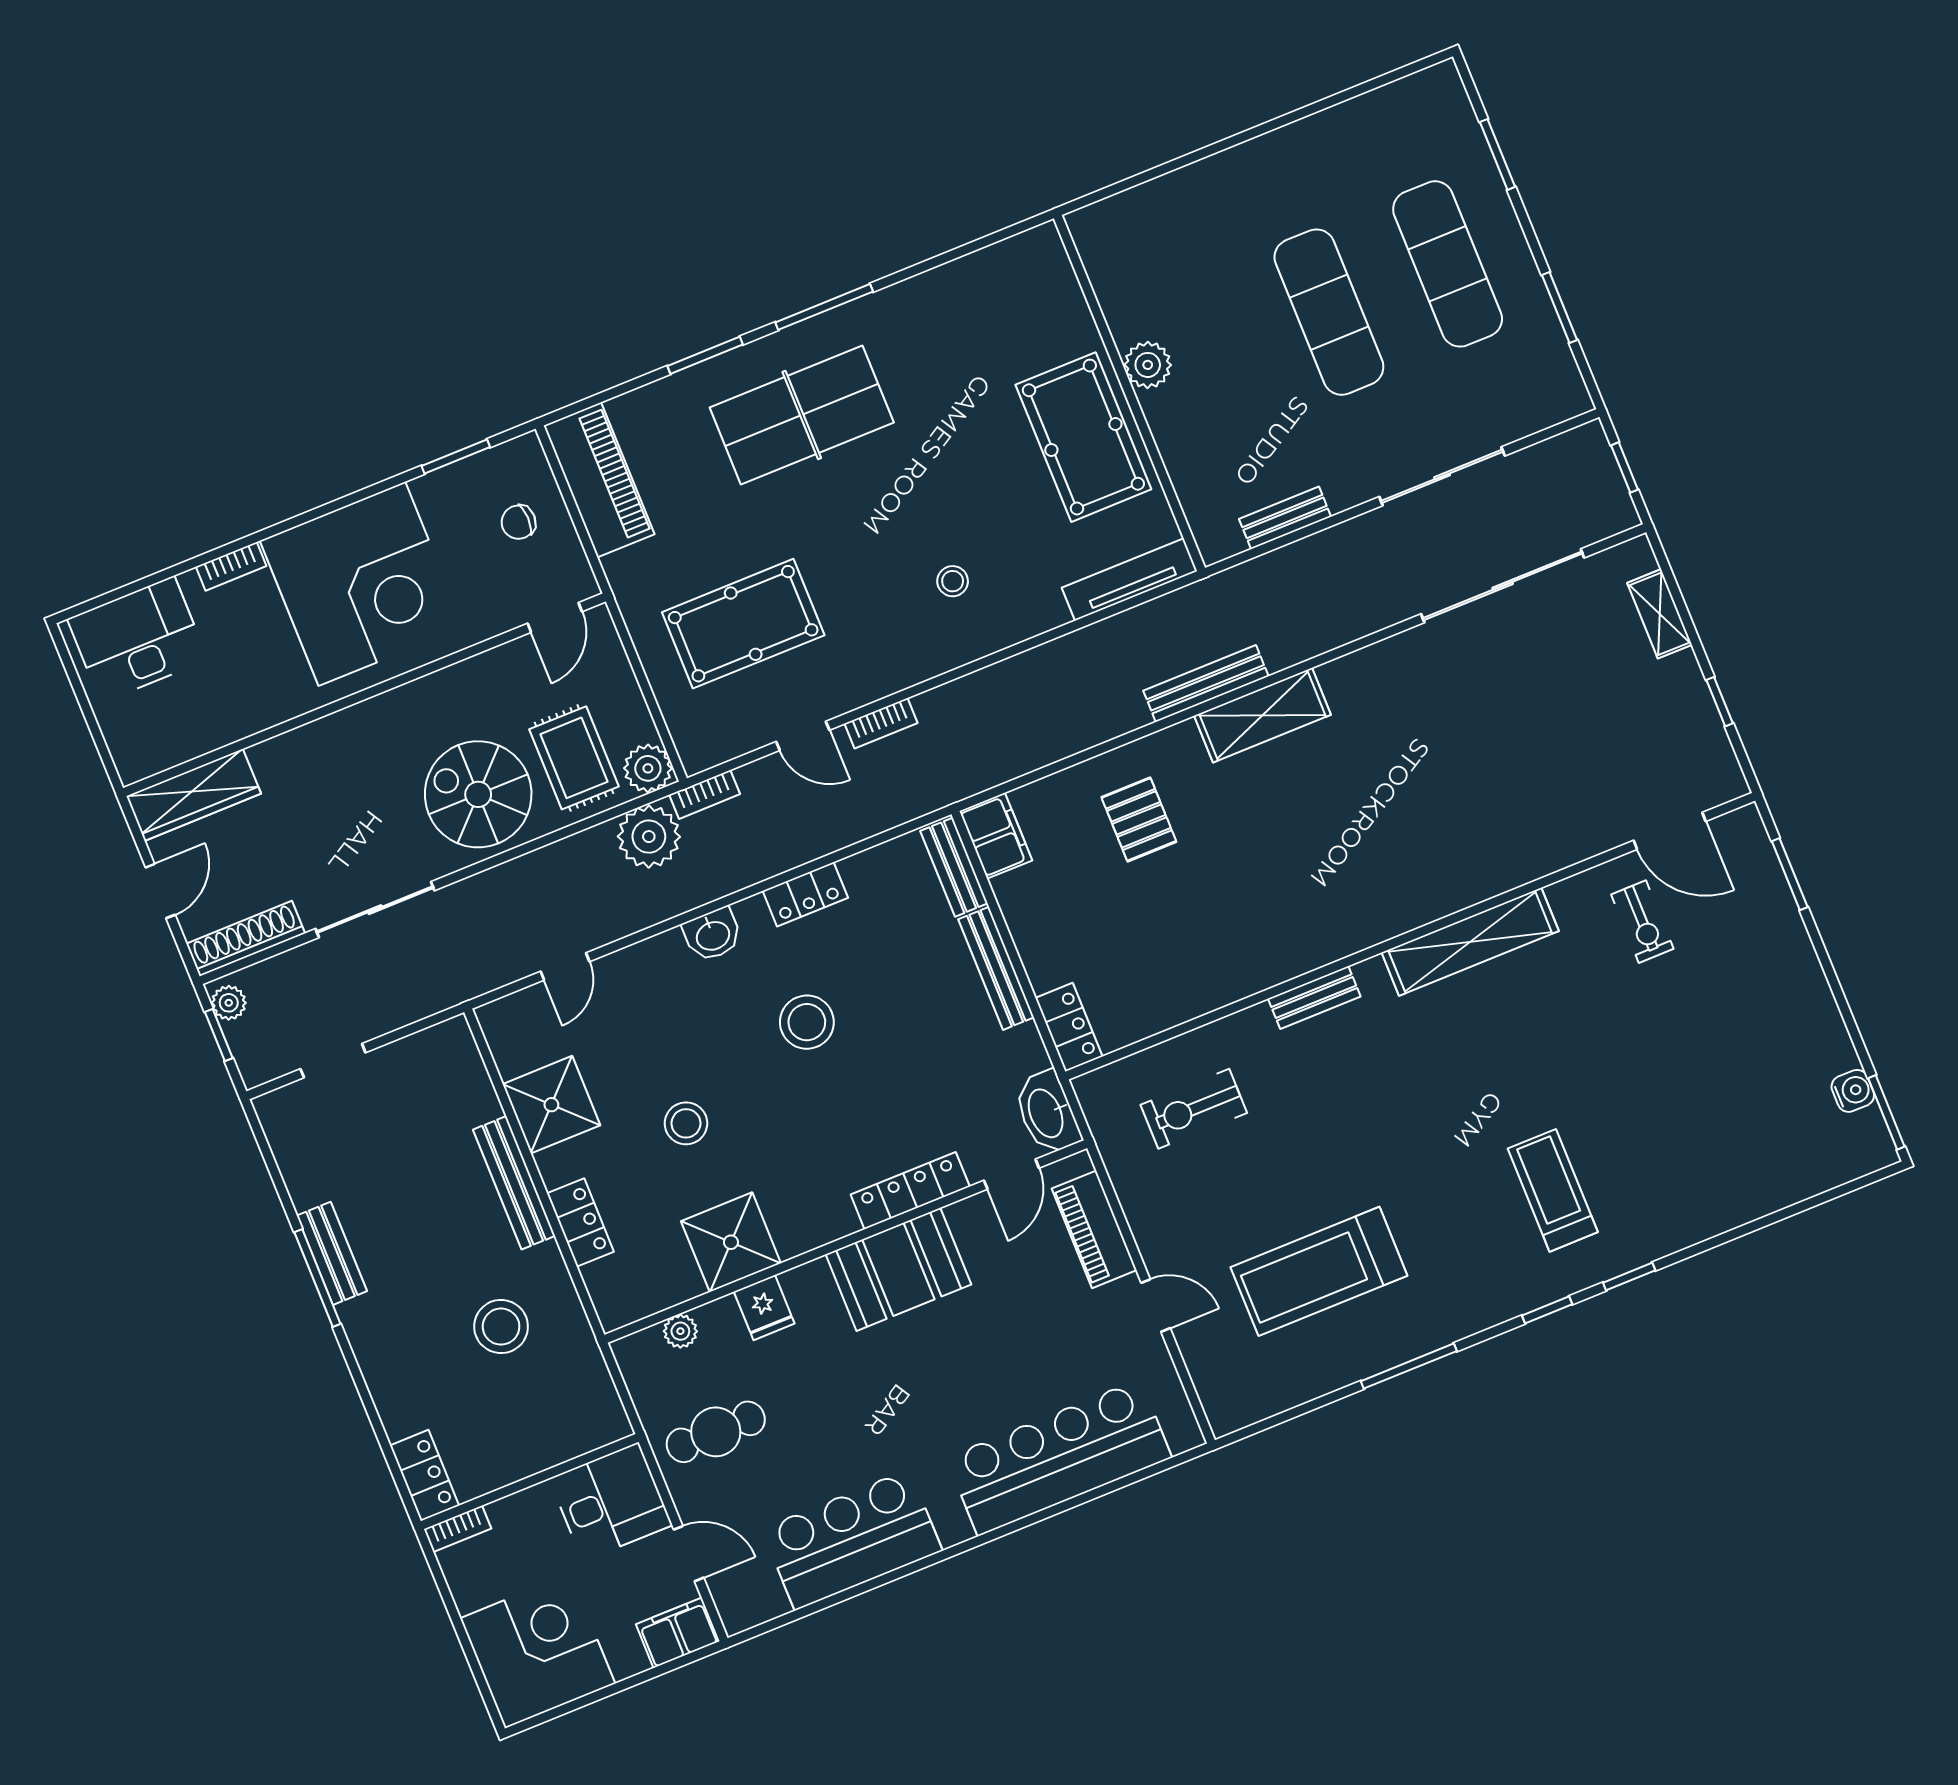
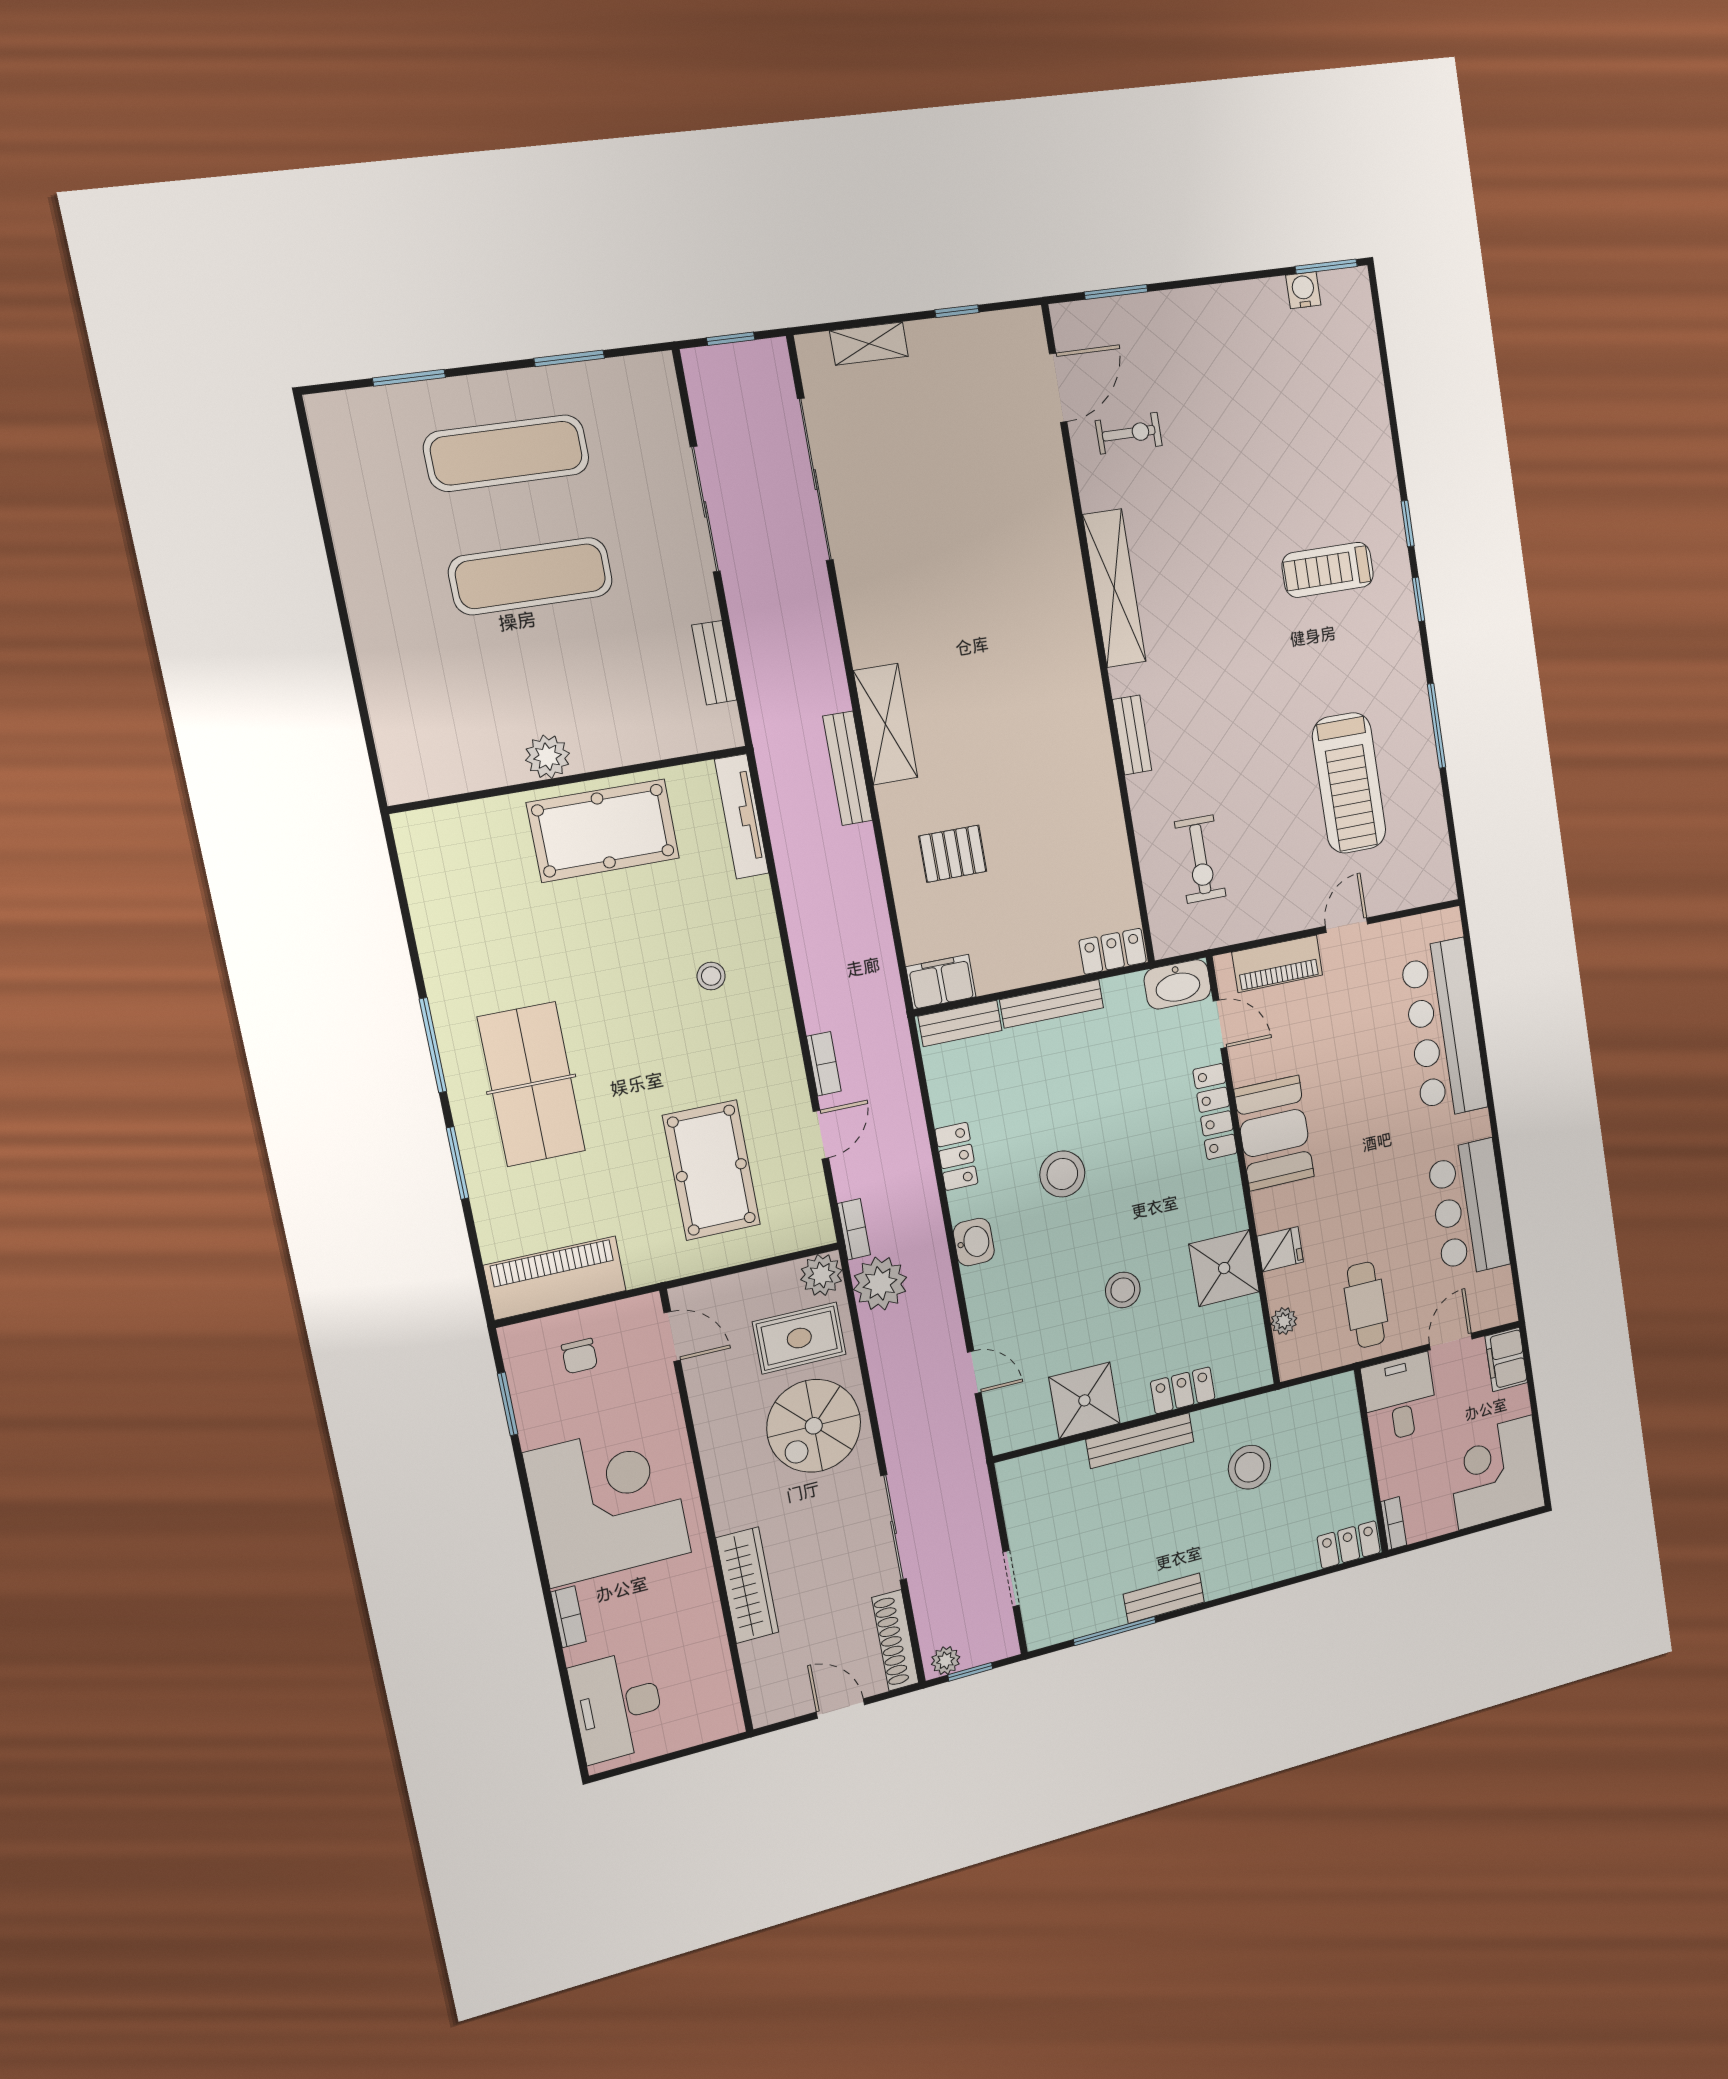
wardrobe: (194, 795) -> (747, 1585), moved
window: (317, 1278) -> (1115, 1631), moved

